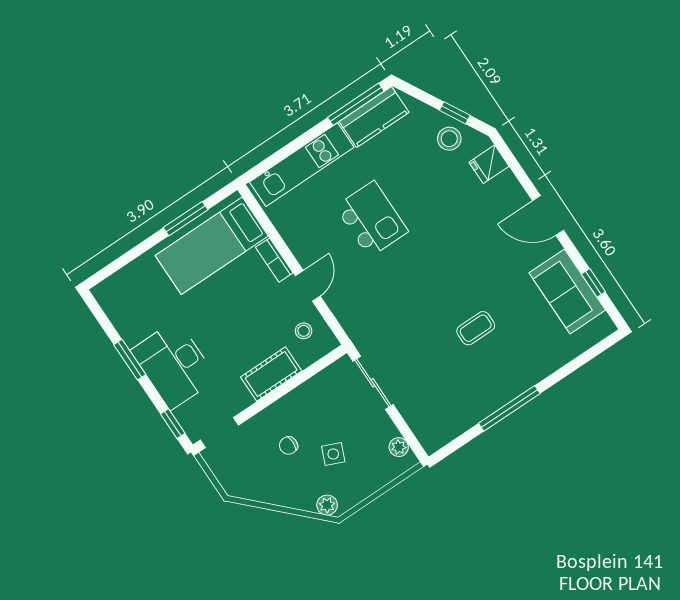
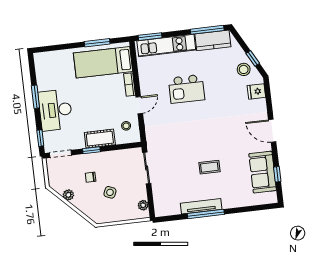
window: (267, 164) -> (150, 37), added
kitchen island: (372, 219) -> (186, 89), turned 90
window: (267, 400) -> (91, 150), added
tv unit: (495, 400) -> (201, 206), added
plant: (327, 505) -> (68, 195), moved

